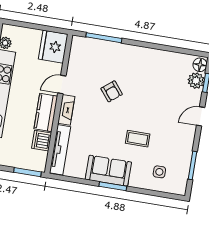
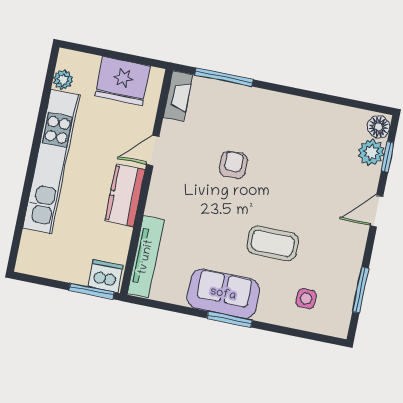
fridge: (53, 47) -> (123, 81), moved, turned -90
armchair: (112, 91) -> (233, 165), turned -141
fireplace: (66, 110) -> (178, 96), moved
coffee table: (138, 139) -> (273, 243), width x1.36, depth x1.30
dishwasher: (42, 141) -> (106, 276), moved, turned 90

